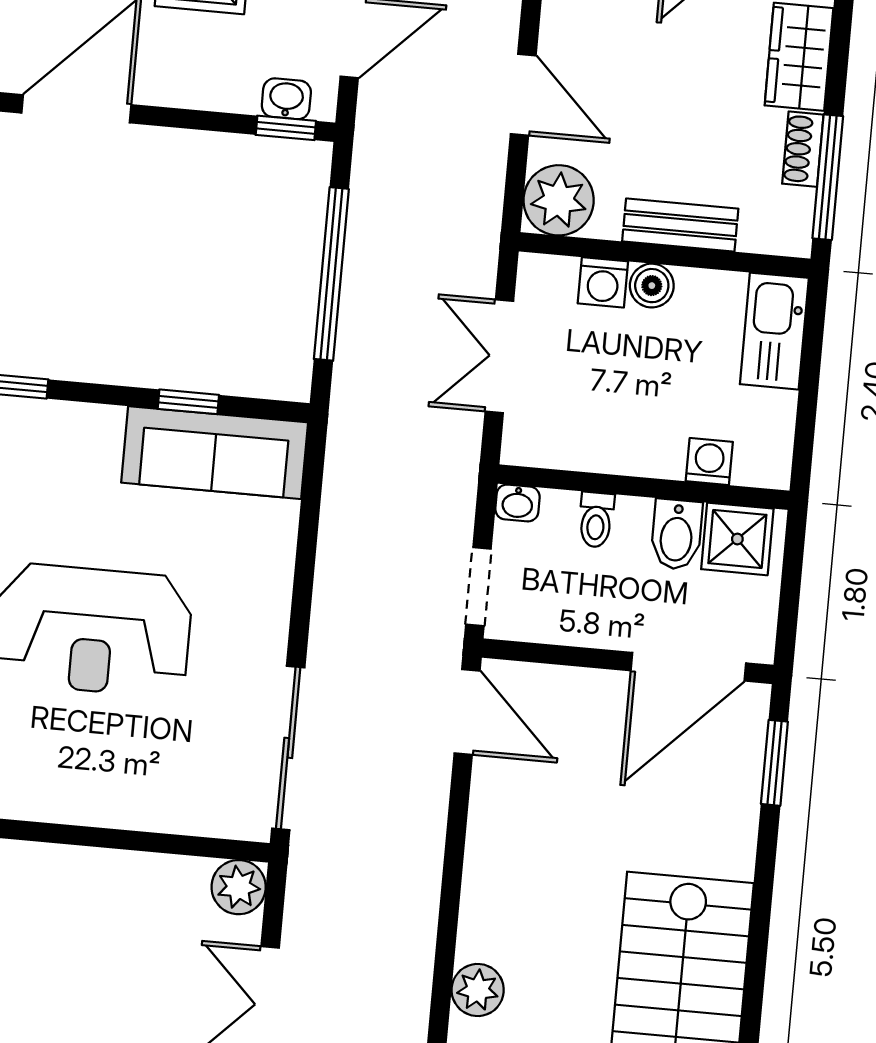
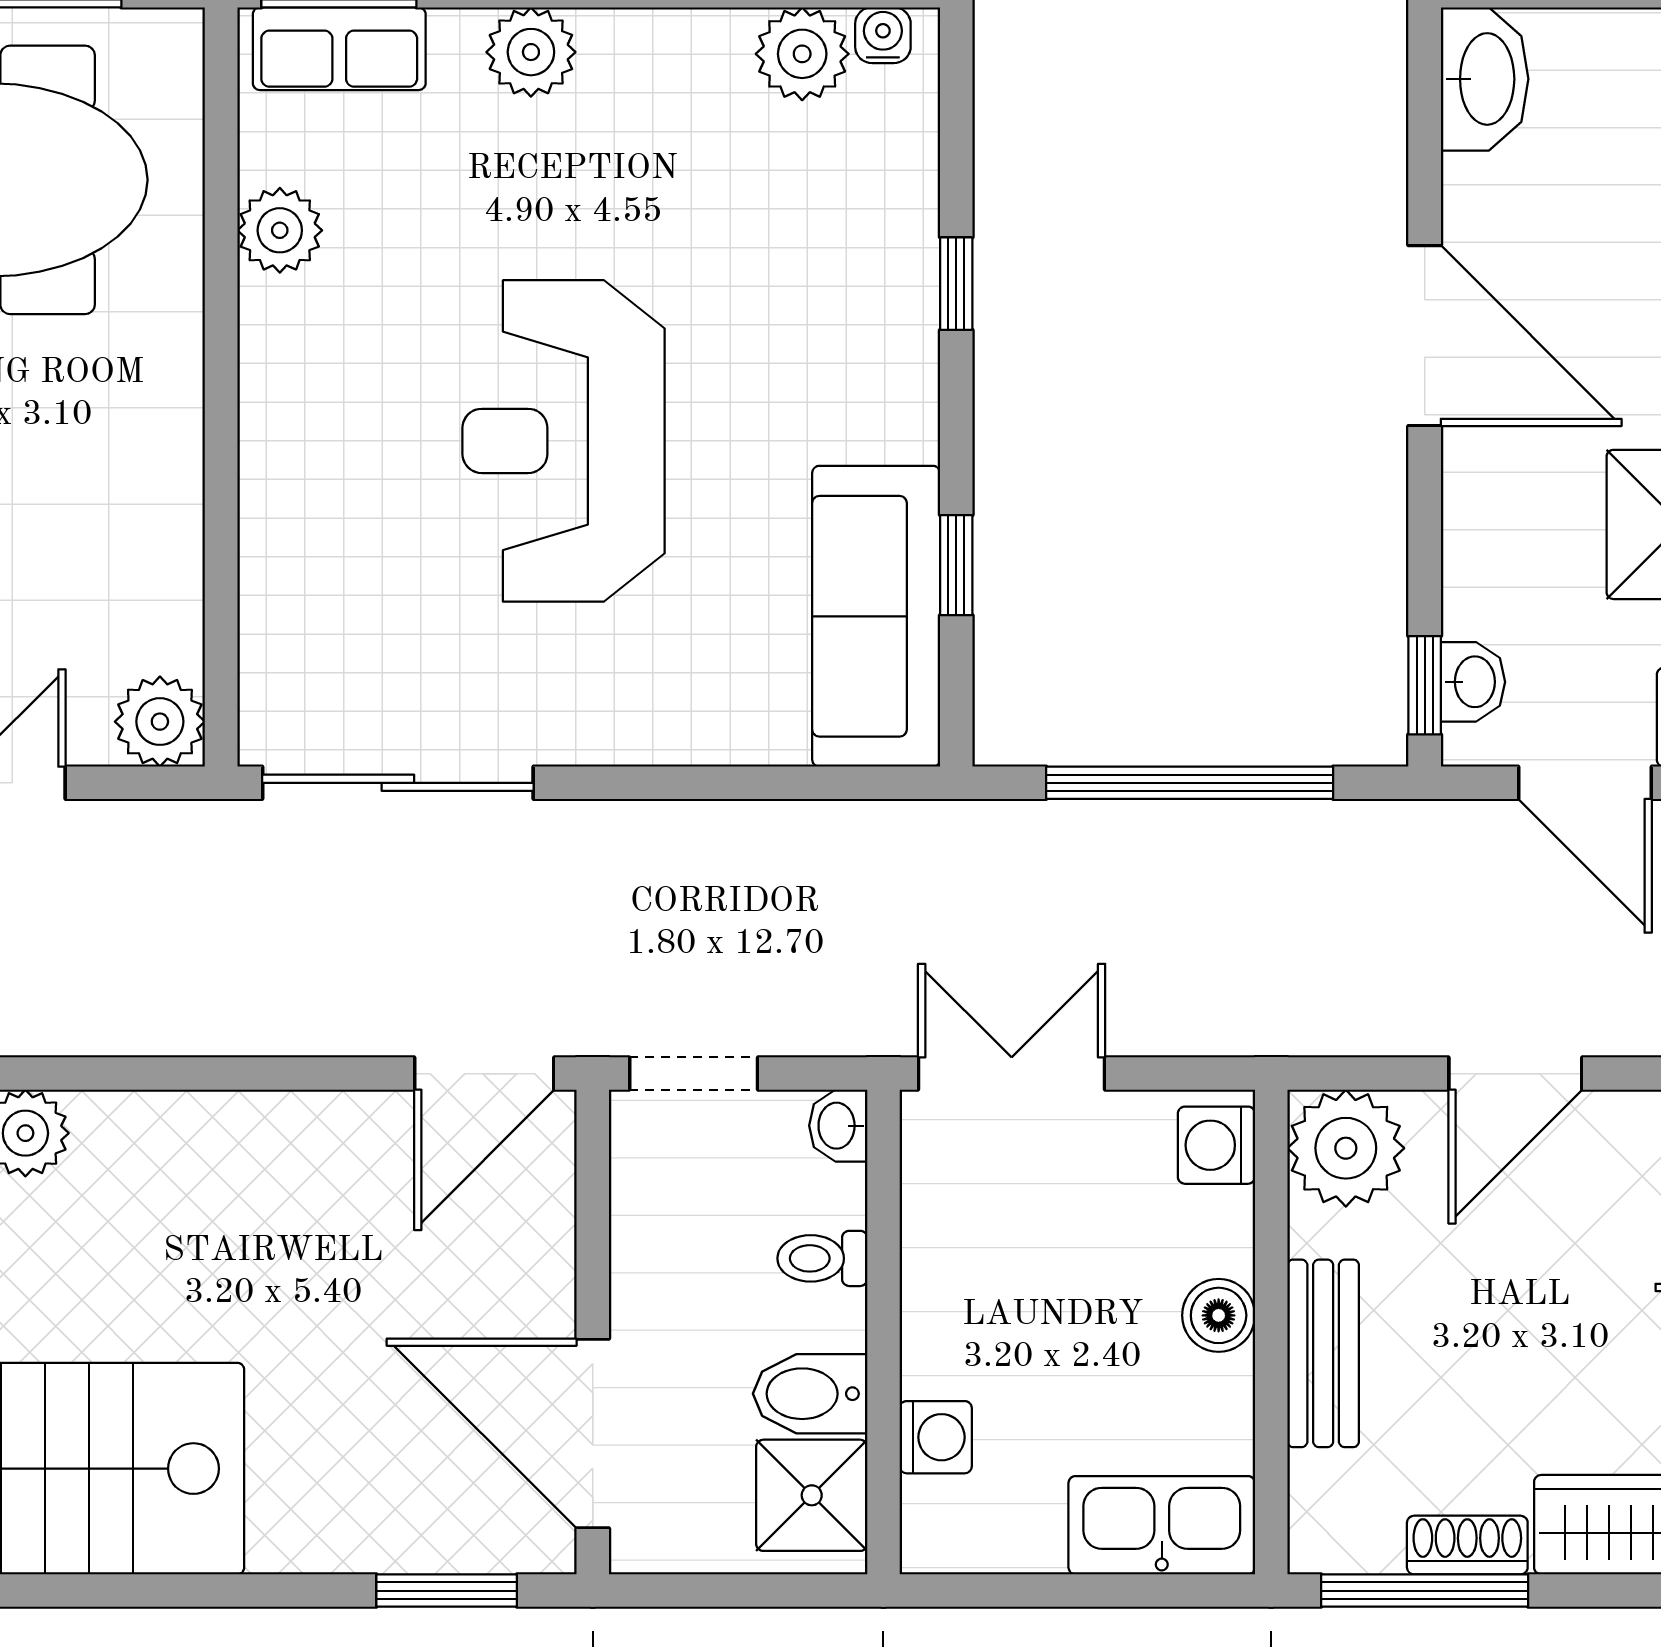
washing machine: (603, 282) -> (1216, 1145), moved
double door: (499, 356) -> (1012, 1074), moved

